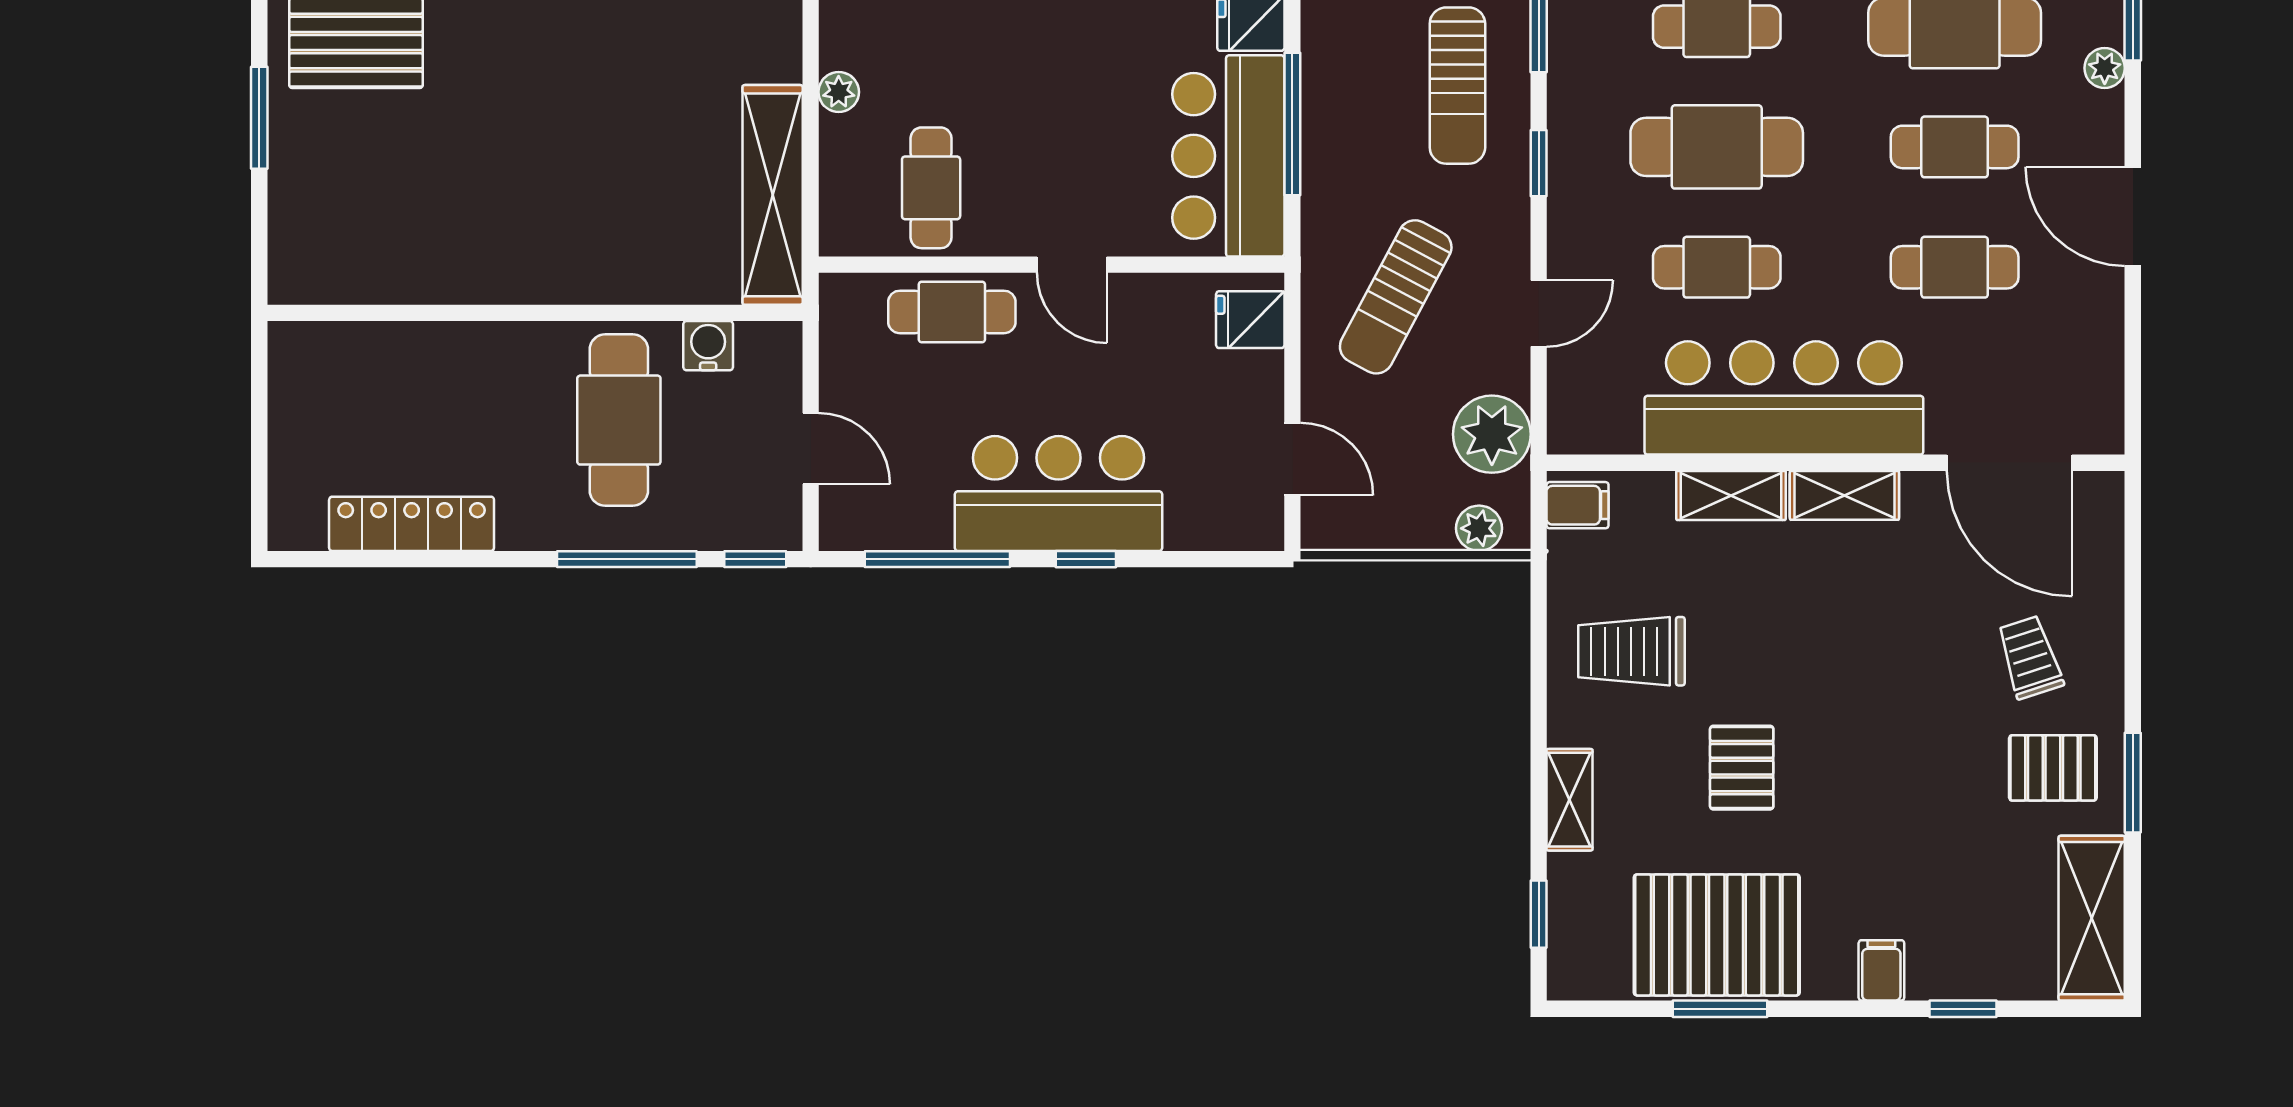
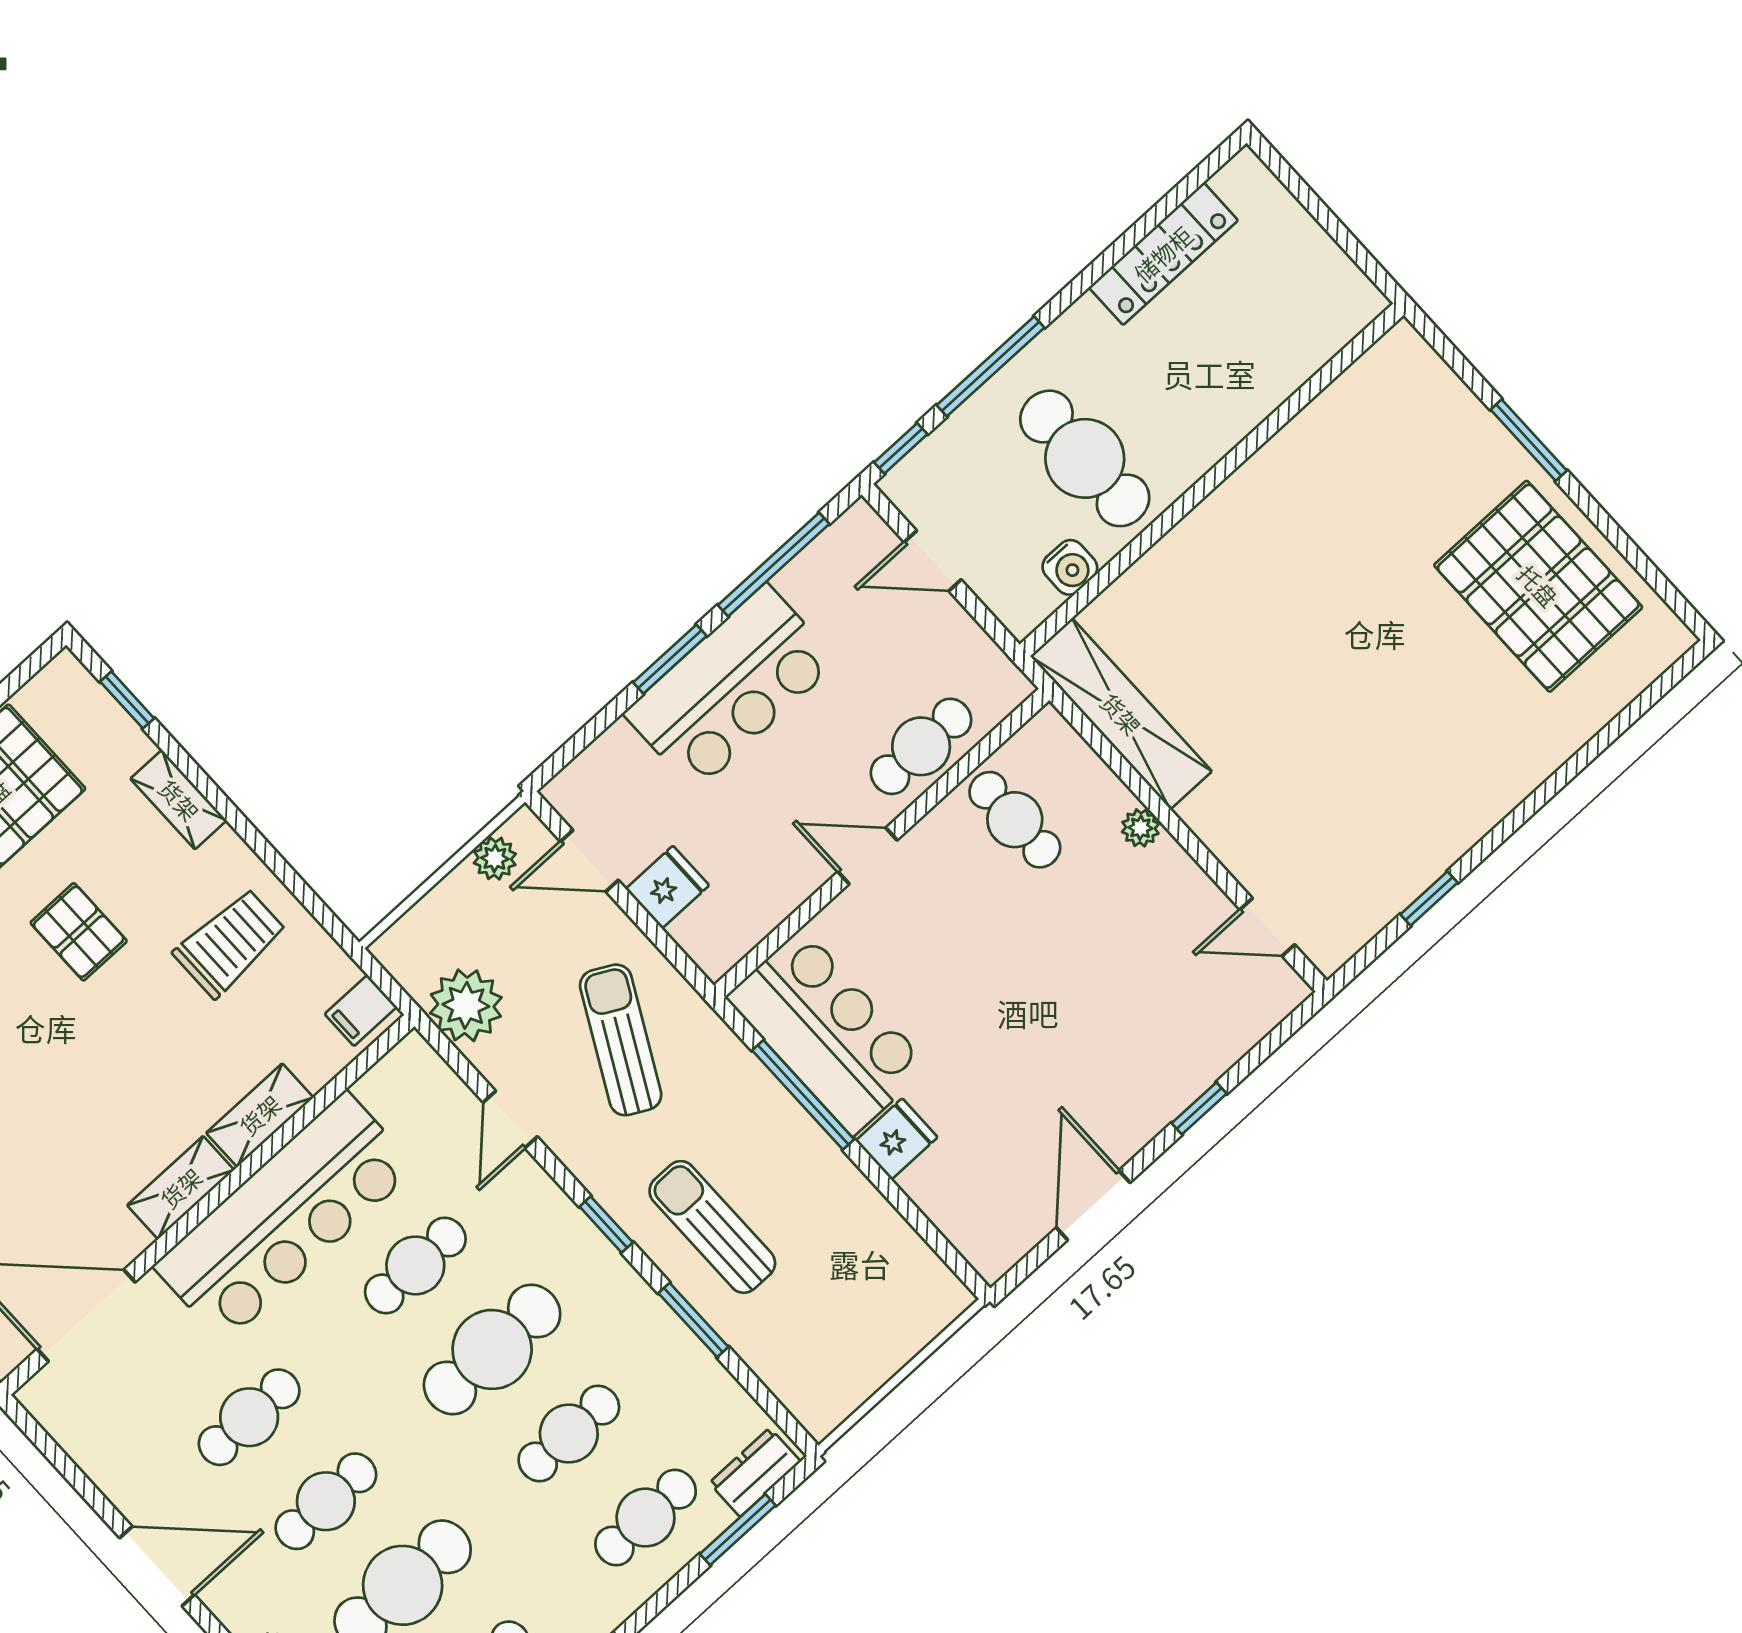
fridge: (1250, 320) -> (667, 887), moved
plant: (1479, 528) -> (495, 858), moved
window: (1086, 559) -> (670, 659), width x1.50

